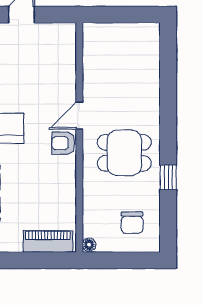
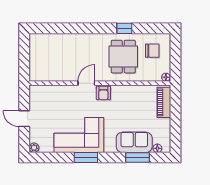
door: (79, 116) -> (86, 83), swing flipped
dining table: (124, 153) -> (123, 57), moved

